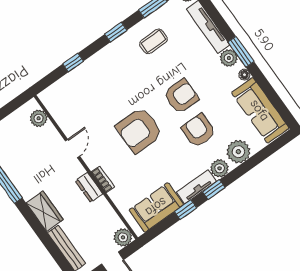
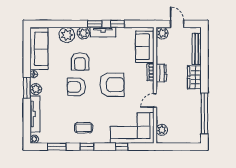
coffee table: (153, 41) -> (83, 128), moved
corner sofa: (77, 95) -> (132, 128), added
sofa: (156, 207) -> (145, 47), moved, turned 90

